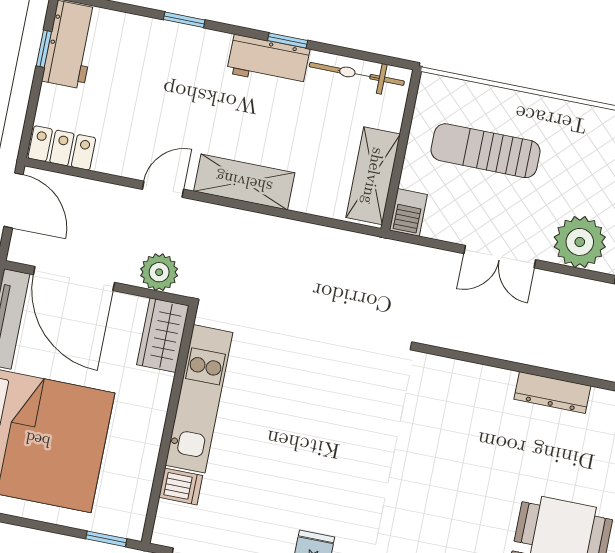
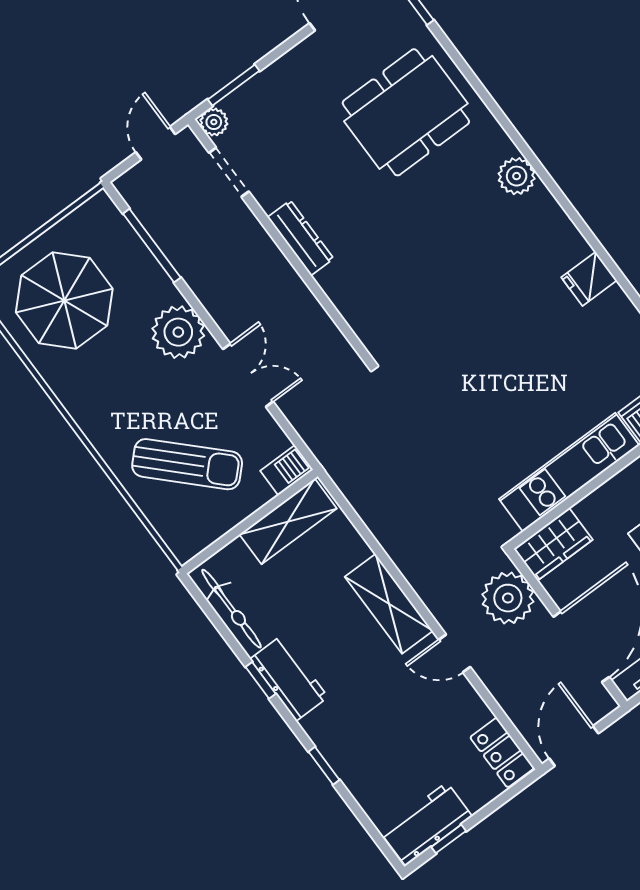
sun lounger: (486, 151) -> (187, 464), turned -45
plant: (159, 272) -> (508, 598), width x1.36, depth x1.36

